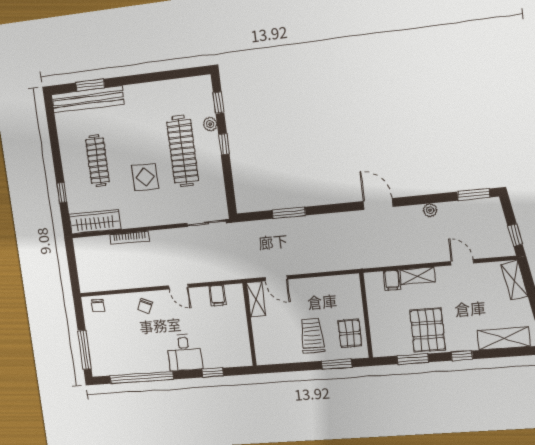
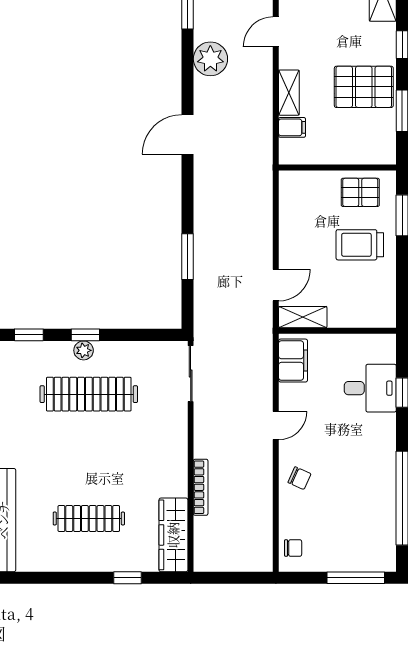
plant: (210, 124) -> (84, 350), moved
display table: (145, 177) -> (118, 452), removed
plant: (430, 210) -> (210, 59), width x1.88, depth x1.88
filing cabinet: (217, 296) -> (293, 361), width x2.00
desk: (184, 352) -> (370, 388), moved

